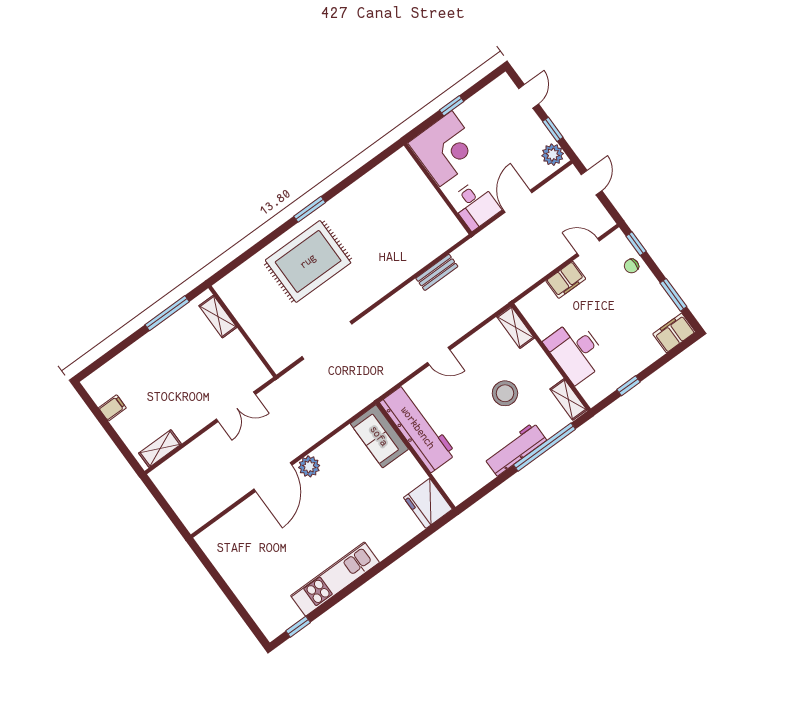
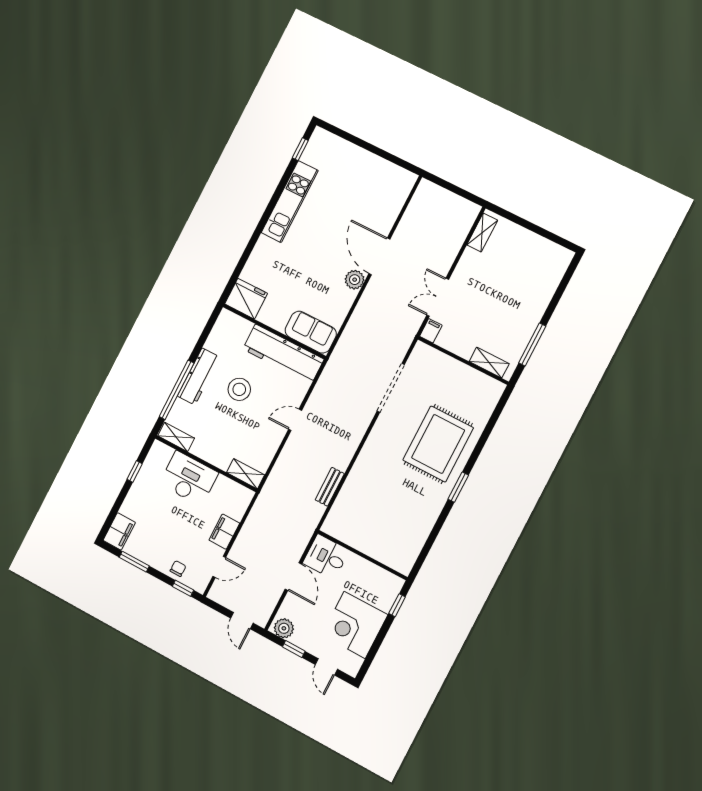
window: (452, 106) -> (397, 605), moved
corner desk: (446, 149) -> (355, 625), moved
stool: (505, 393) -> (239, 389), moved
filing cabinet: (112, 408) -> (431, 331), moved, turned 180

